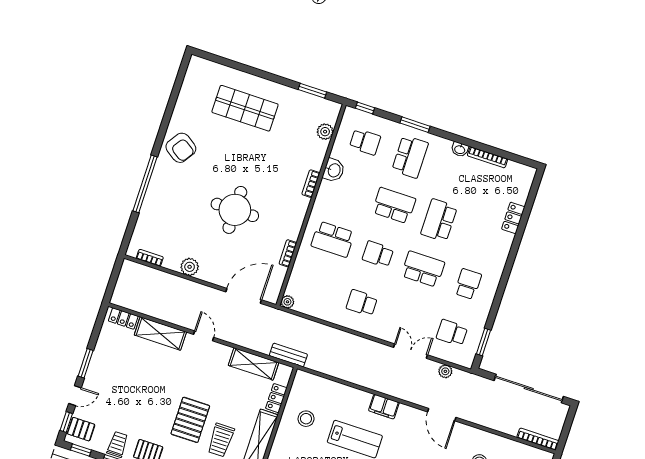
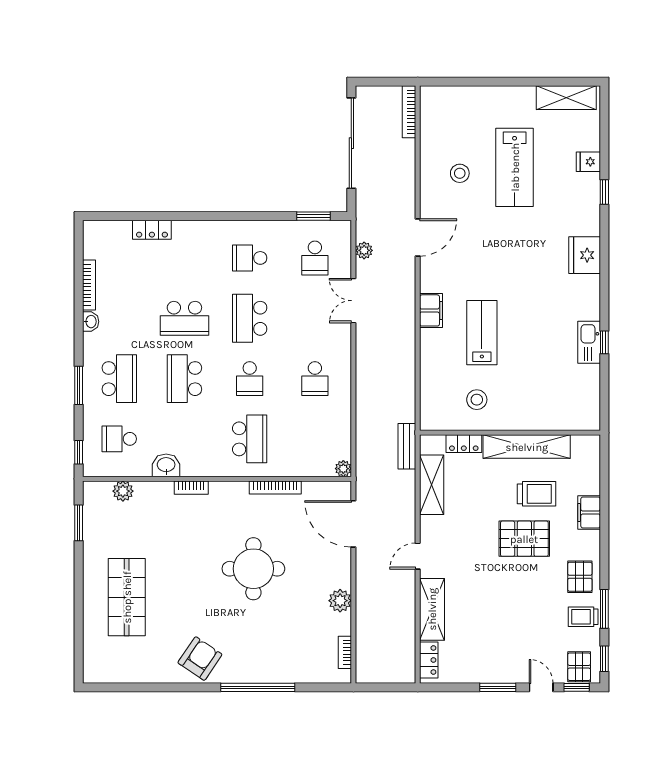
school desk: (365, 142) -> (119, 439), turned -90
school desk: (410, 157) -> (119, 379), turned 90
bookcase: (288, 253) -> (275, 487), width x1.56

